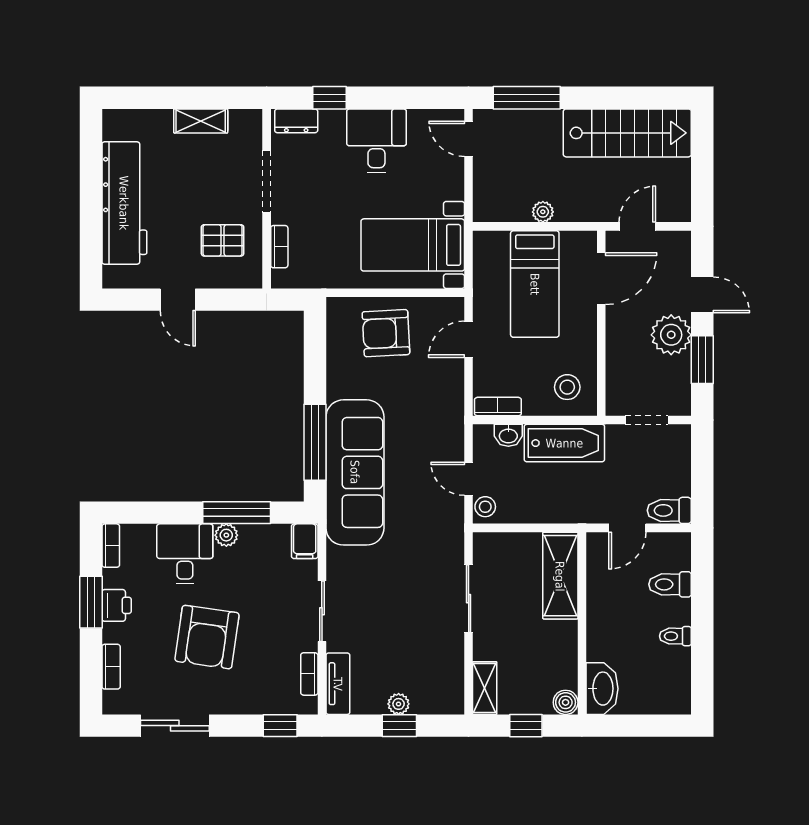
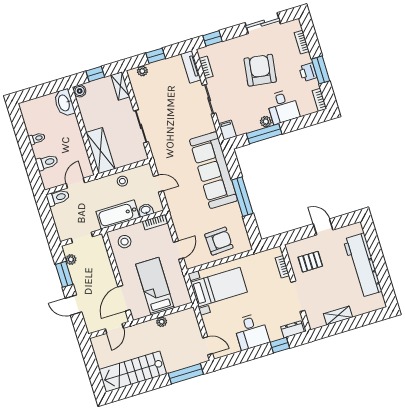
plant: (671, 335) -> (71, 259), moved, width x0.53, depth x0.53
window: (315, 442) -> (242, 197), moved
stool: (485, 507) -> (122, 181), moved
plant: (399, 704) -> (142, 71), moved

